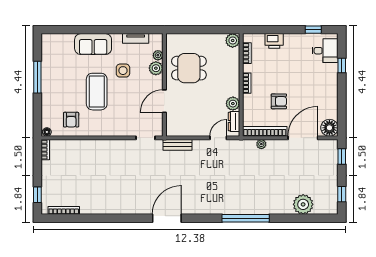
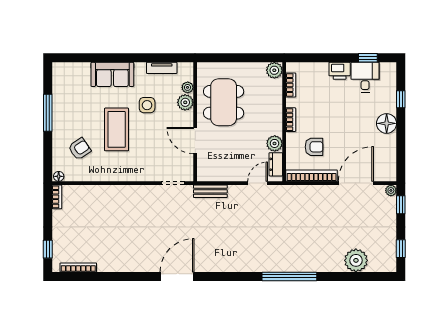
printer: (274, 41) -> (340, 71), moved
desk: (325, 51) -> (365, 77), moved, turned -90
dining table: (189, 68) -> (224, 102), width x1.38
door: (164, 101) -> (195, 141), hinge flipped
armchair: (279, 101) -> (314, 147), moved
armchair: (71, 120) -> (80, 149), moved, turned -124
floor lamp: (329, 128) -> (387, 123), moved
plant: (261, 144) -> (391, 190), moved
door: (167, 218) -> (177, 276), moved

